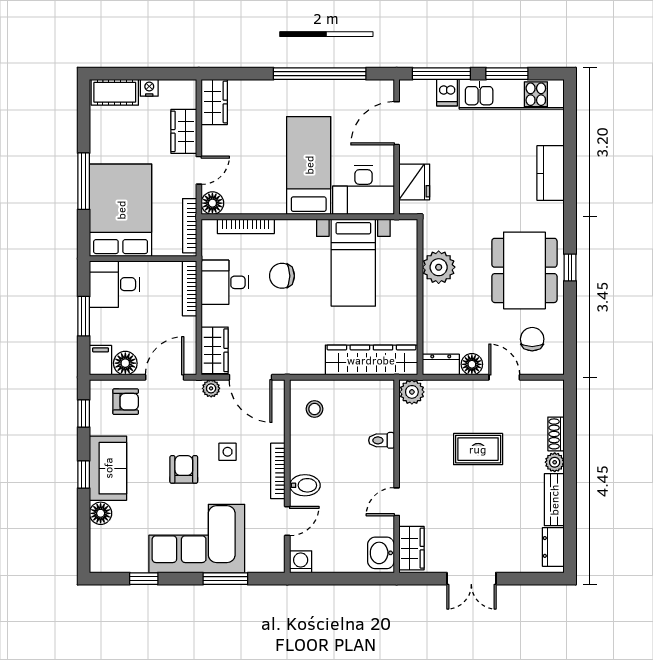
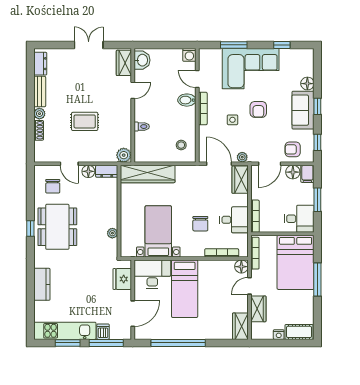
plant: (439, 267) -> (112, 233), width x0.53, depth x0.53
chair: (282, 276) -> (200, 224), turned 90
door: (287, 521) -> (197, 79), hinge flipped

